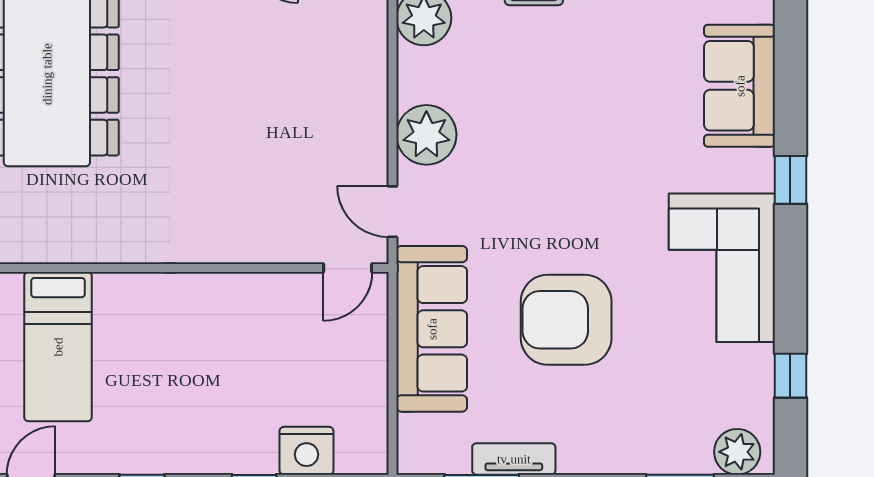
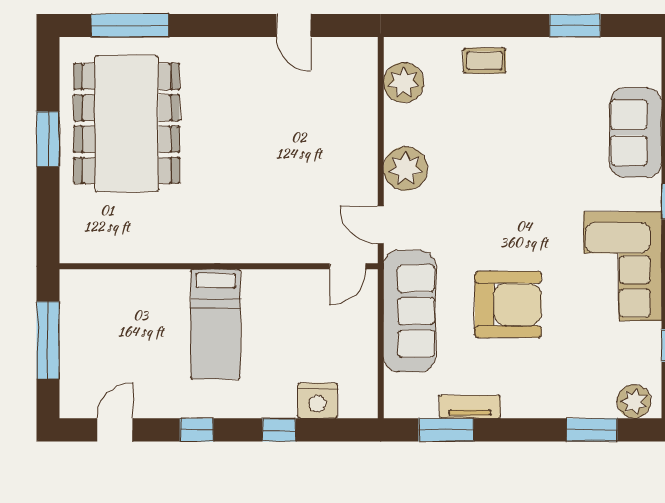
armchair: (566, 320) -> (508, 304), turned 180
bed: (58, 347) -> (216, 324), moved

